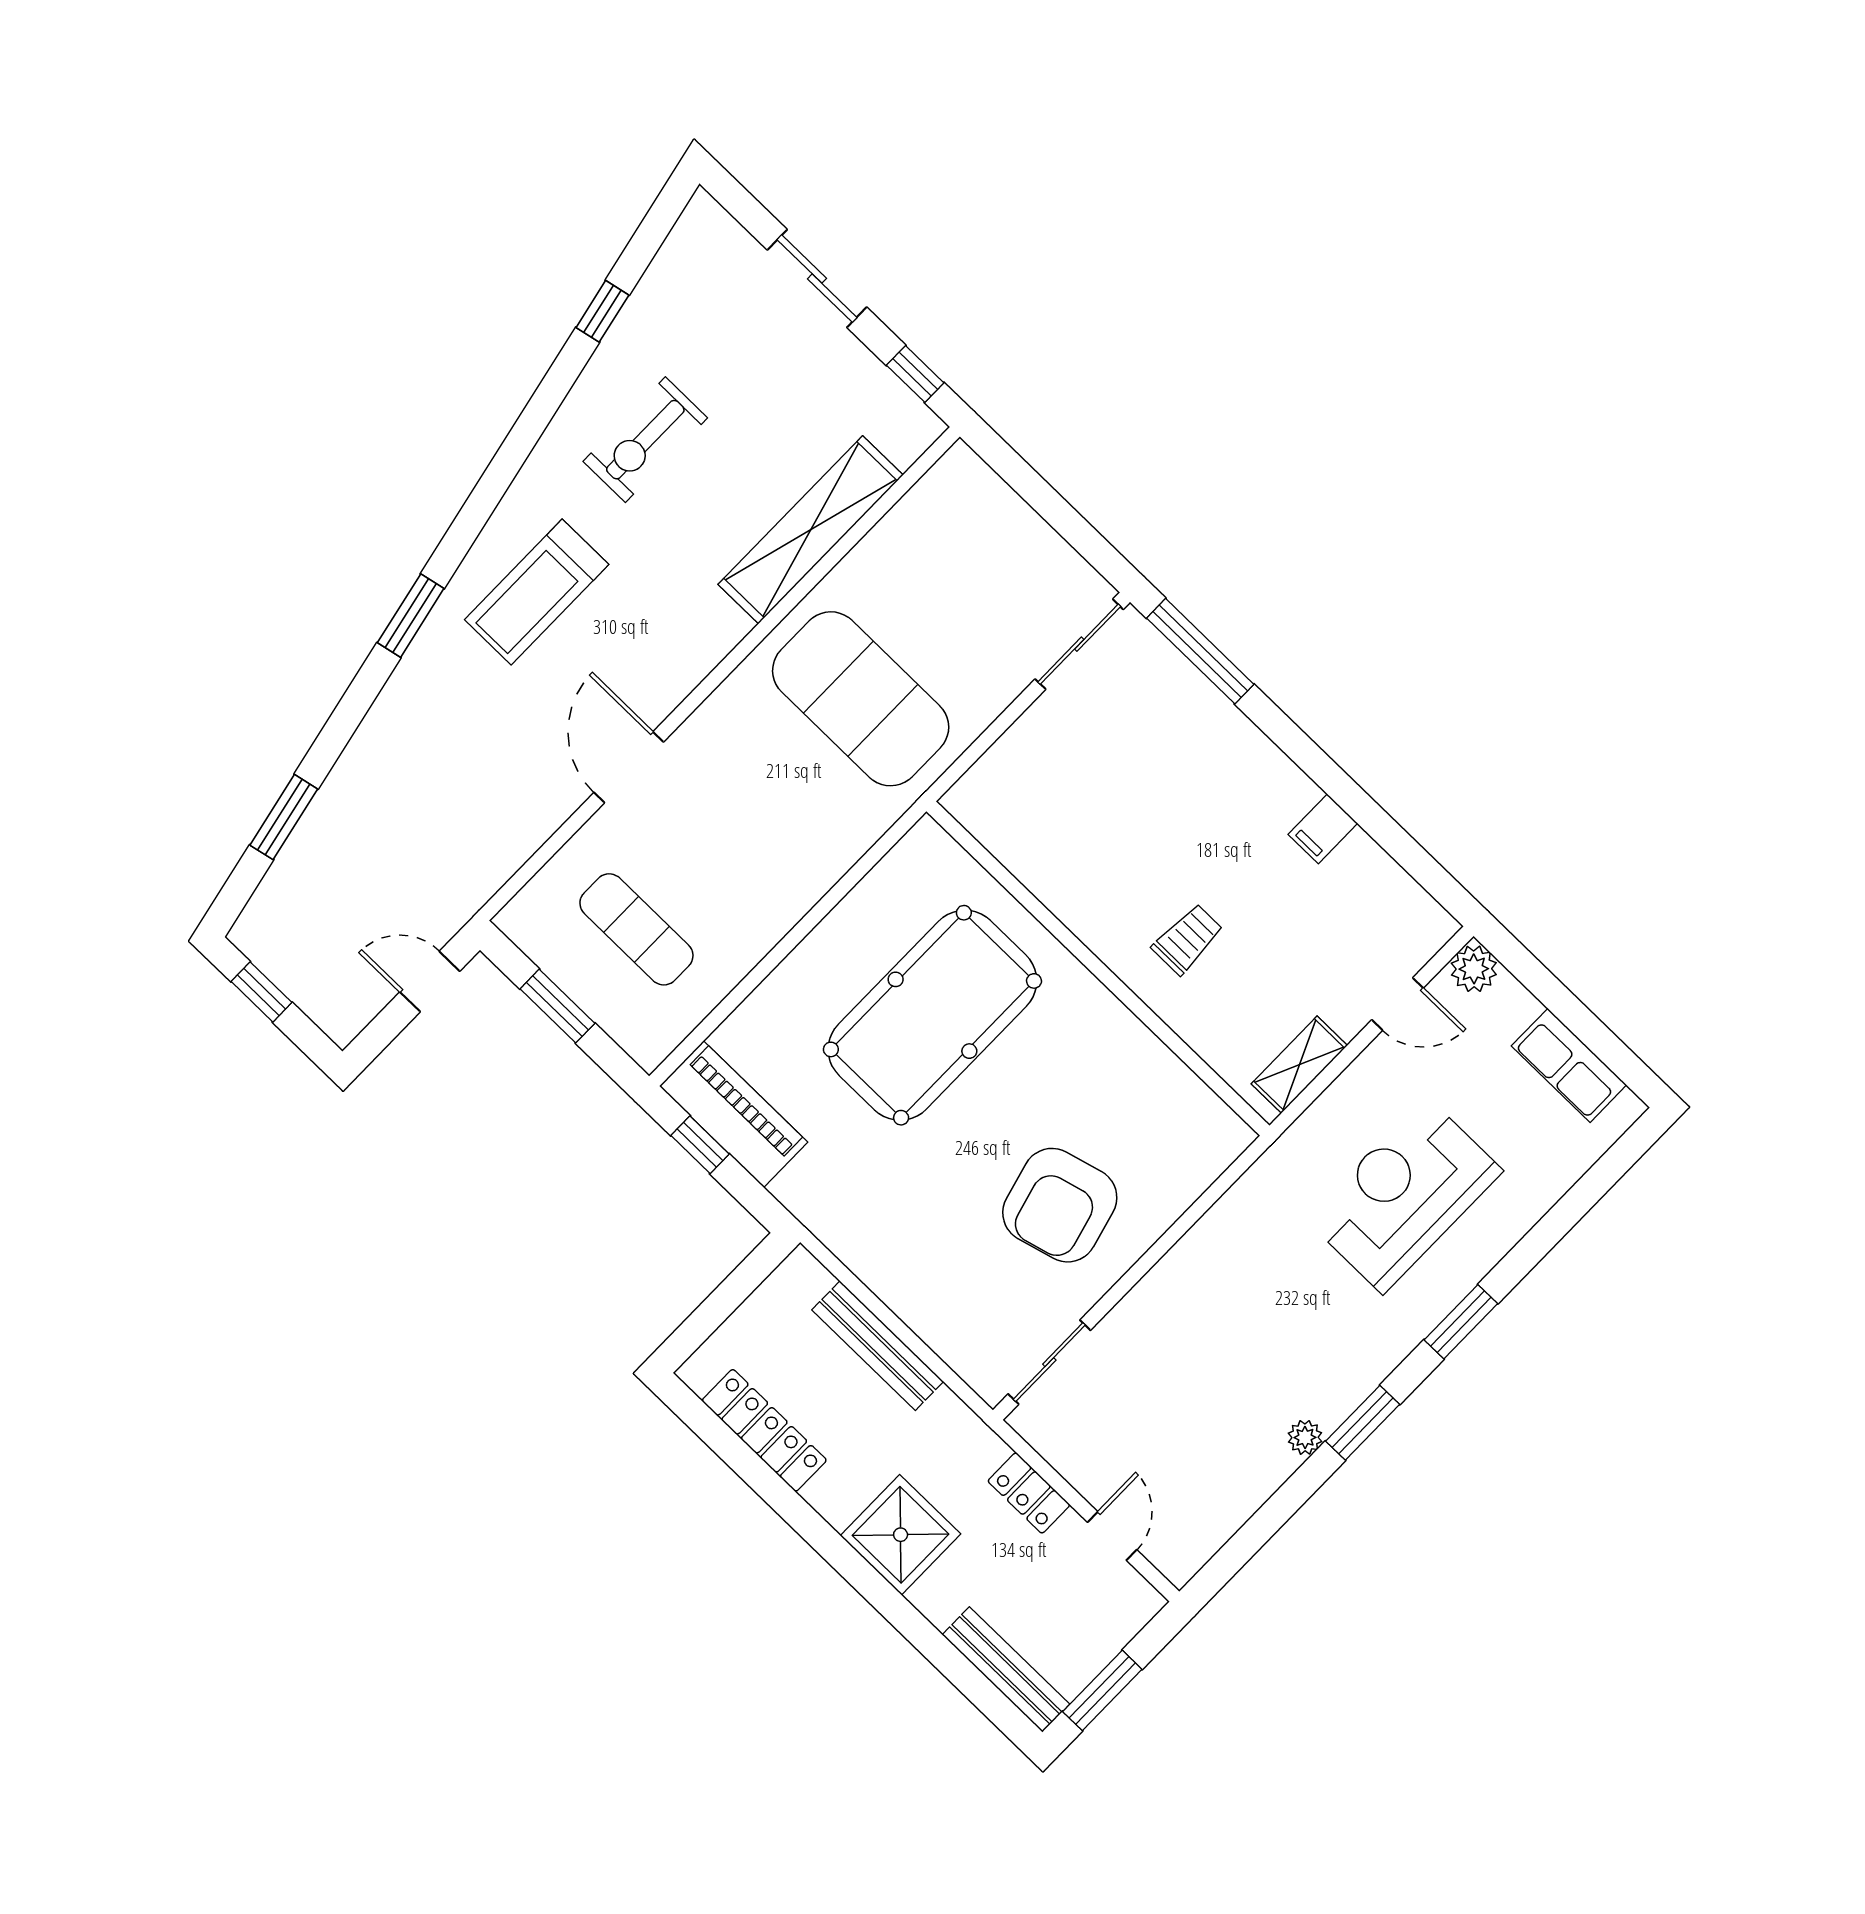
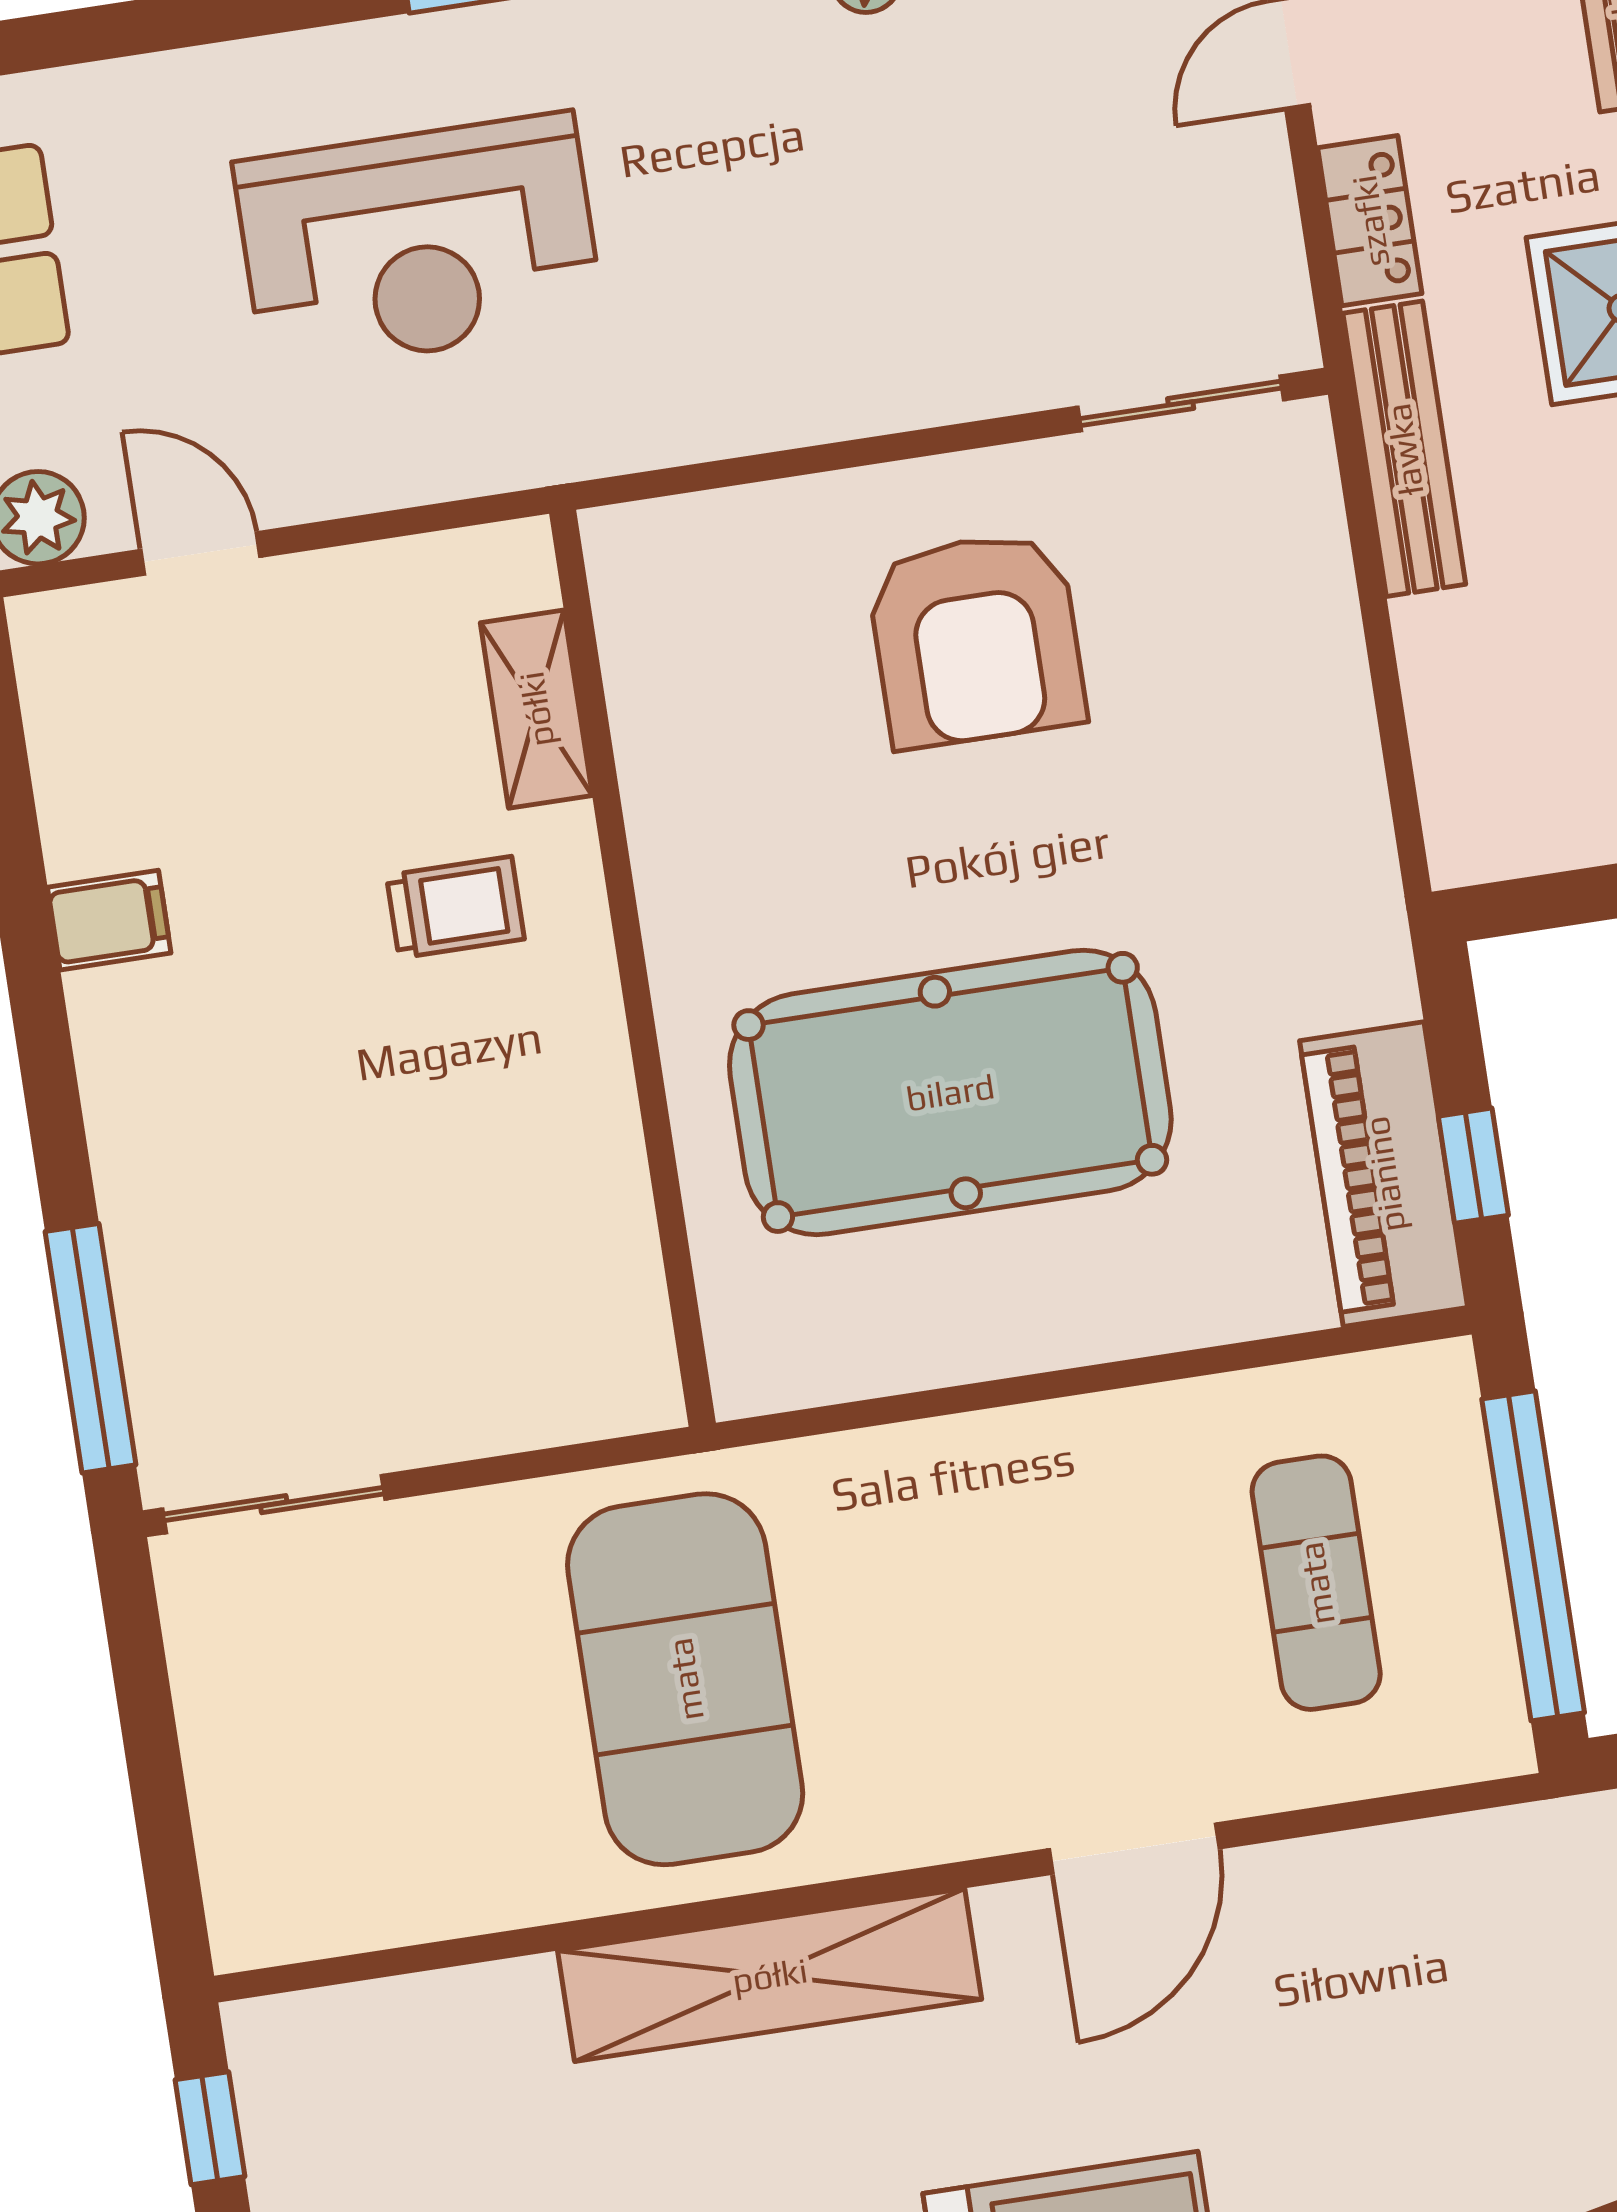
shelving: (811, 530) -> (770, 1975), moved
trolley: (1188, 939) -> (455, 907), turned 180
window: (557, 1006) -> (1533, 1556), width x2.11
shelving: (1299, 1065) -> (536, 709), moved, turned 90
armchair: (1060, 1205) -> (976, 639), turned 105
bench: (878, 1346) -> (1404, 449), moved

